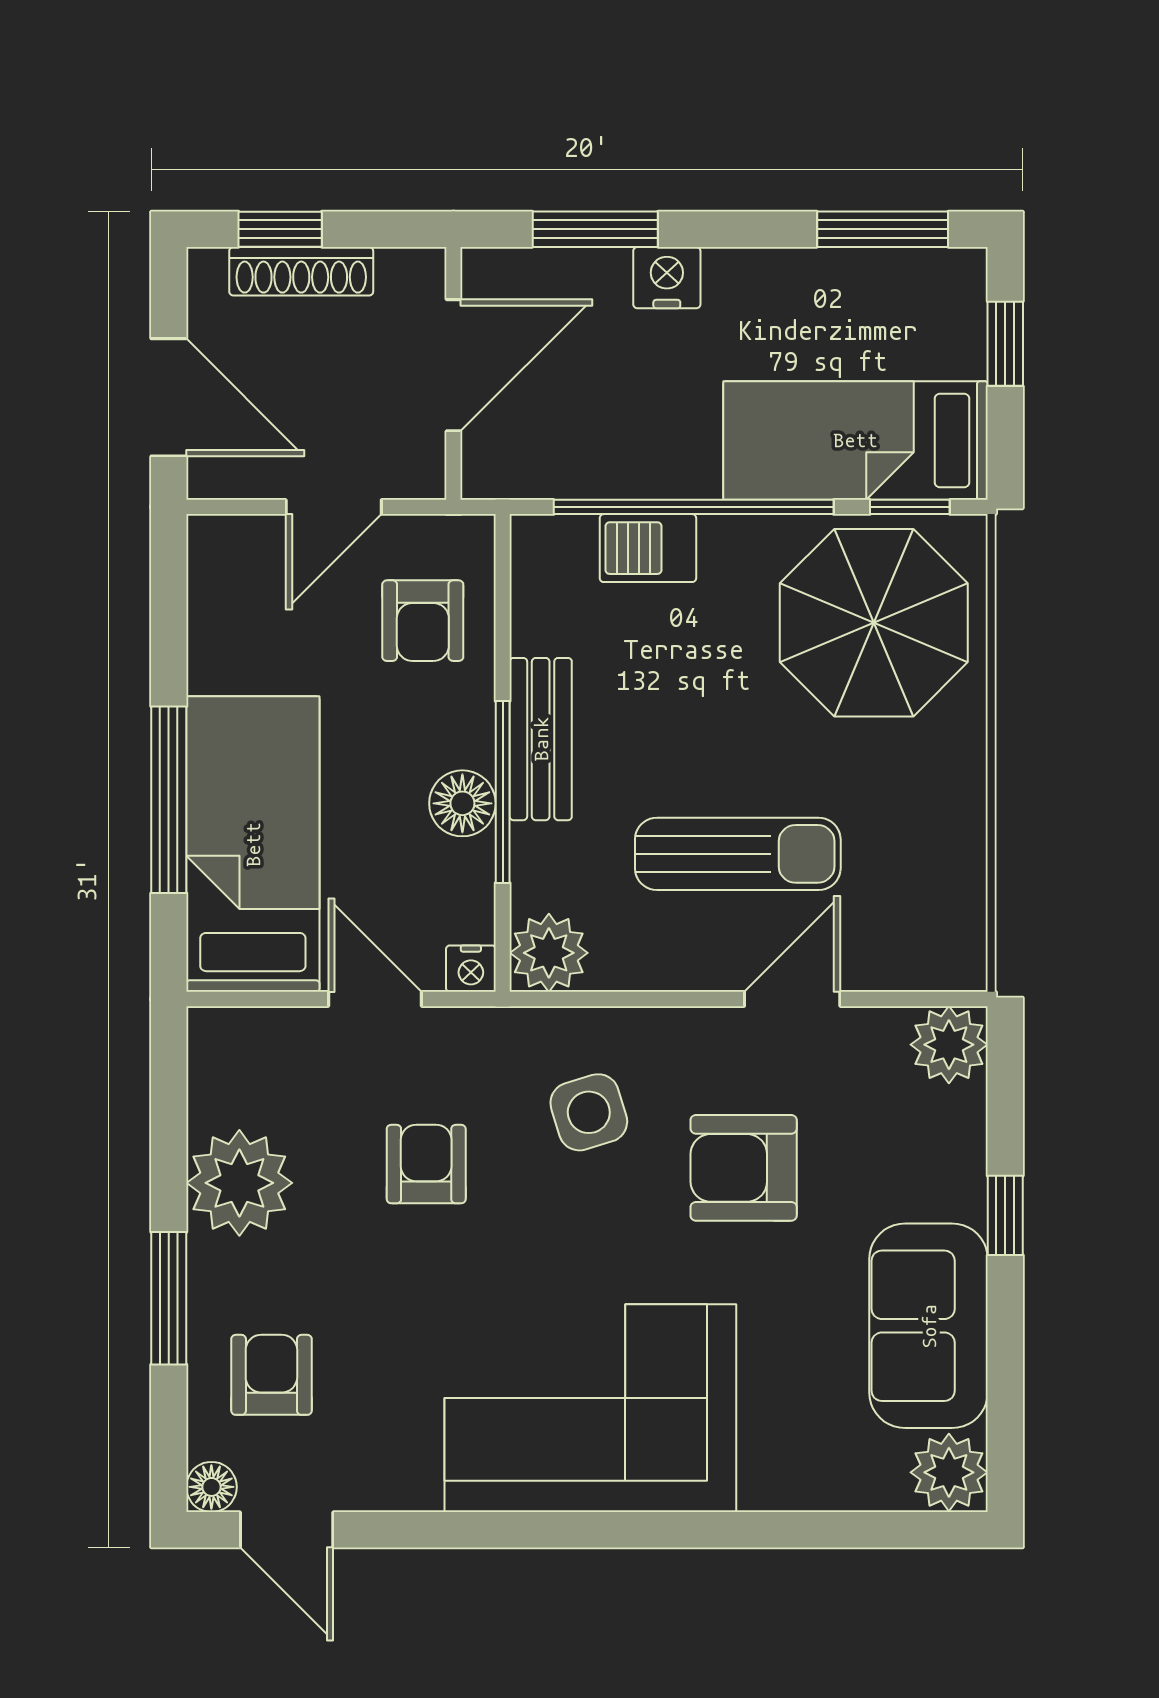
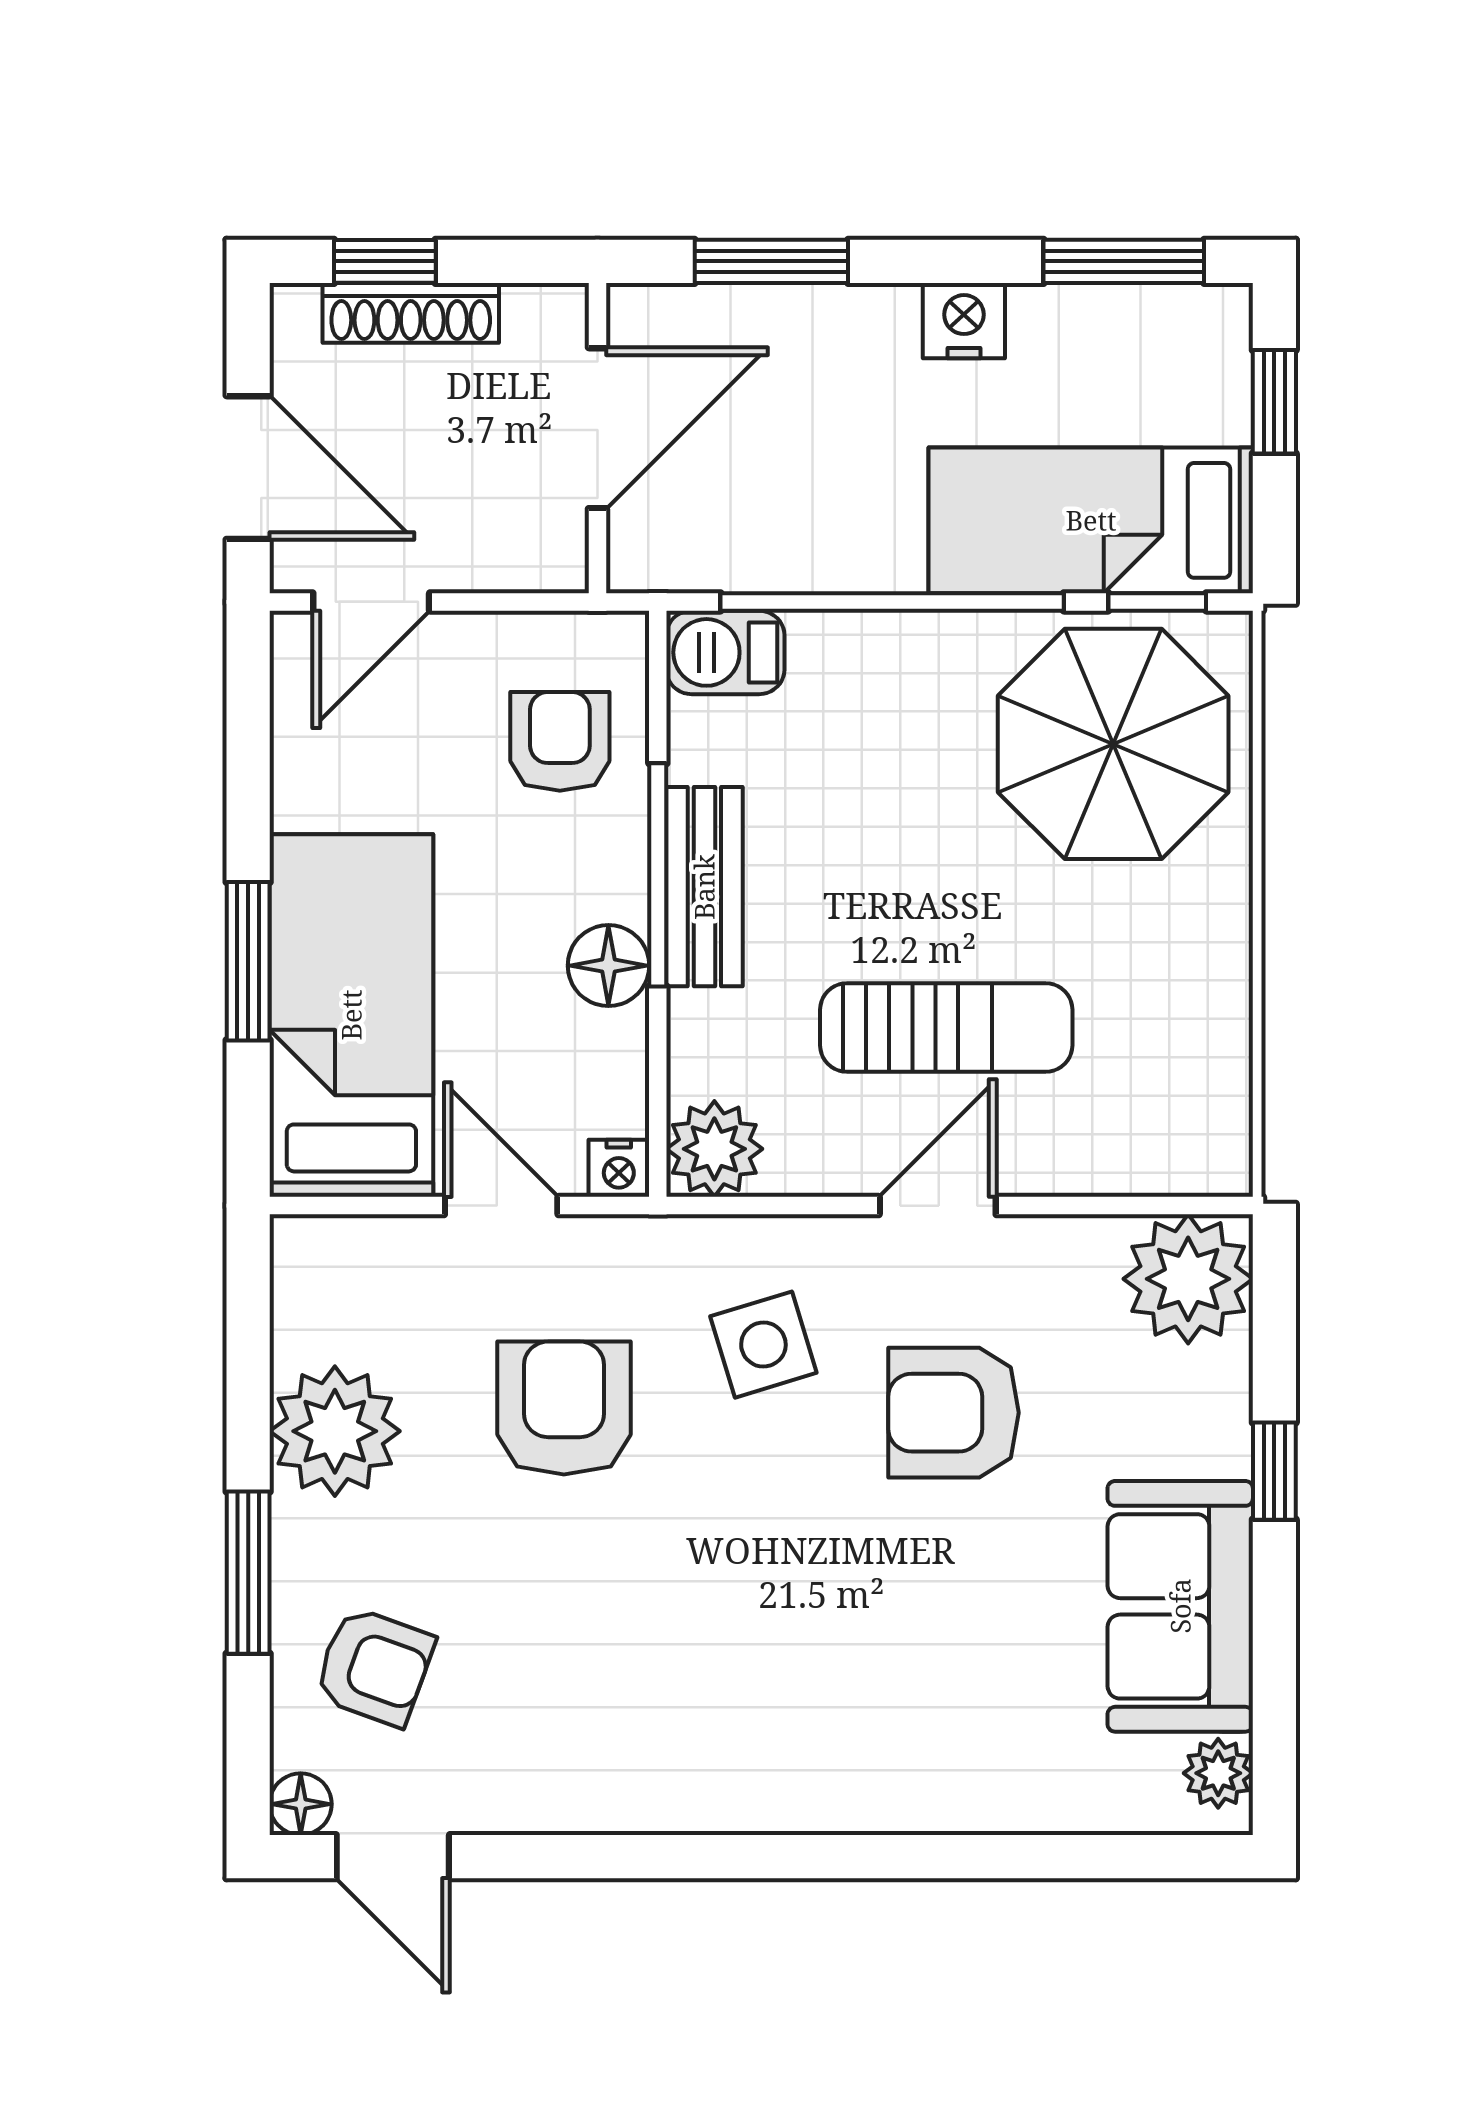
nightstand: (667, 278) -> (964, 321), moved
door: (334, 507) -> (371, 602), moved
barbecue: (648, 548) -> (725, 652), moved
armchair: (423, 621) -> (560, 741), turned 180
window: (503, 792) -> (658, 875), moved
window: (169, 800) -> (248, 961), width x0.69
door: (792, 999) -> (938, 1206), moved
plant: (949, 1045) -> (1188, 1279), width x1.36, depth x1.36
armchair: (426, 1164) -> (564, 1408), width x1.38, depth x1.38
armchair: (271, 1375) -> (374, 1667), turned 110
corner sofa: (590, 1408) -> (765, 1707), removed
plant: (949, 1472) -> (1218, 1773), width x0.73, depth x0.73

